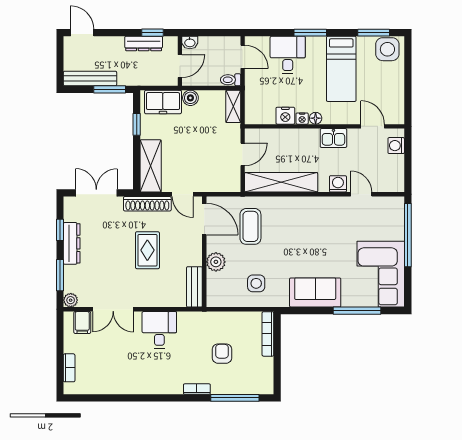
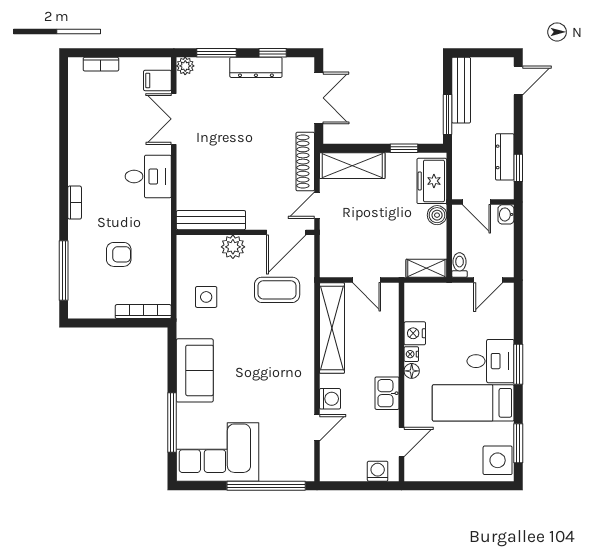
desk: (288, 55) -> (490, 361), moved
rug: (147, 250) -> (247, 162), removed
bench: (194, 287) -> (211, 220), width x1.36
bookcase: (197, 389) -> (75, 203), moved

